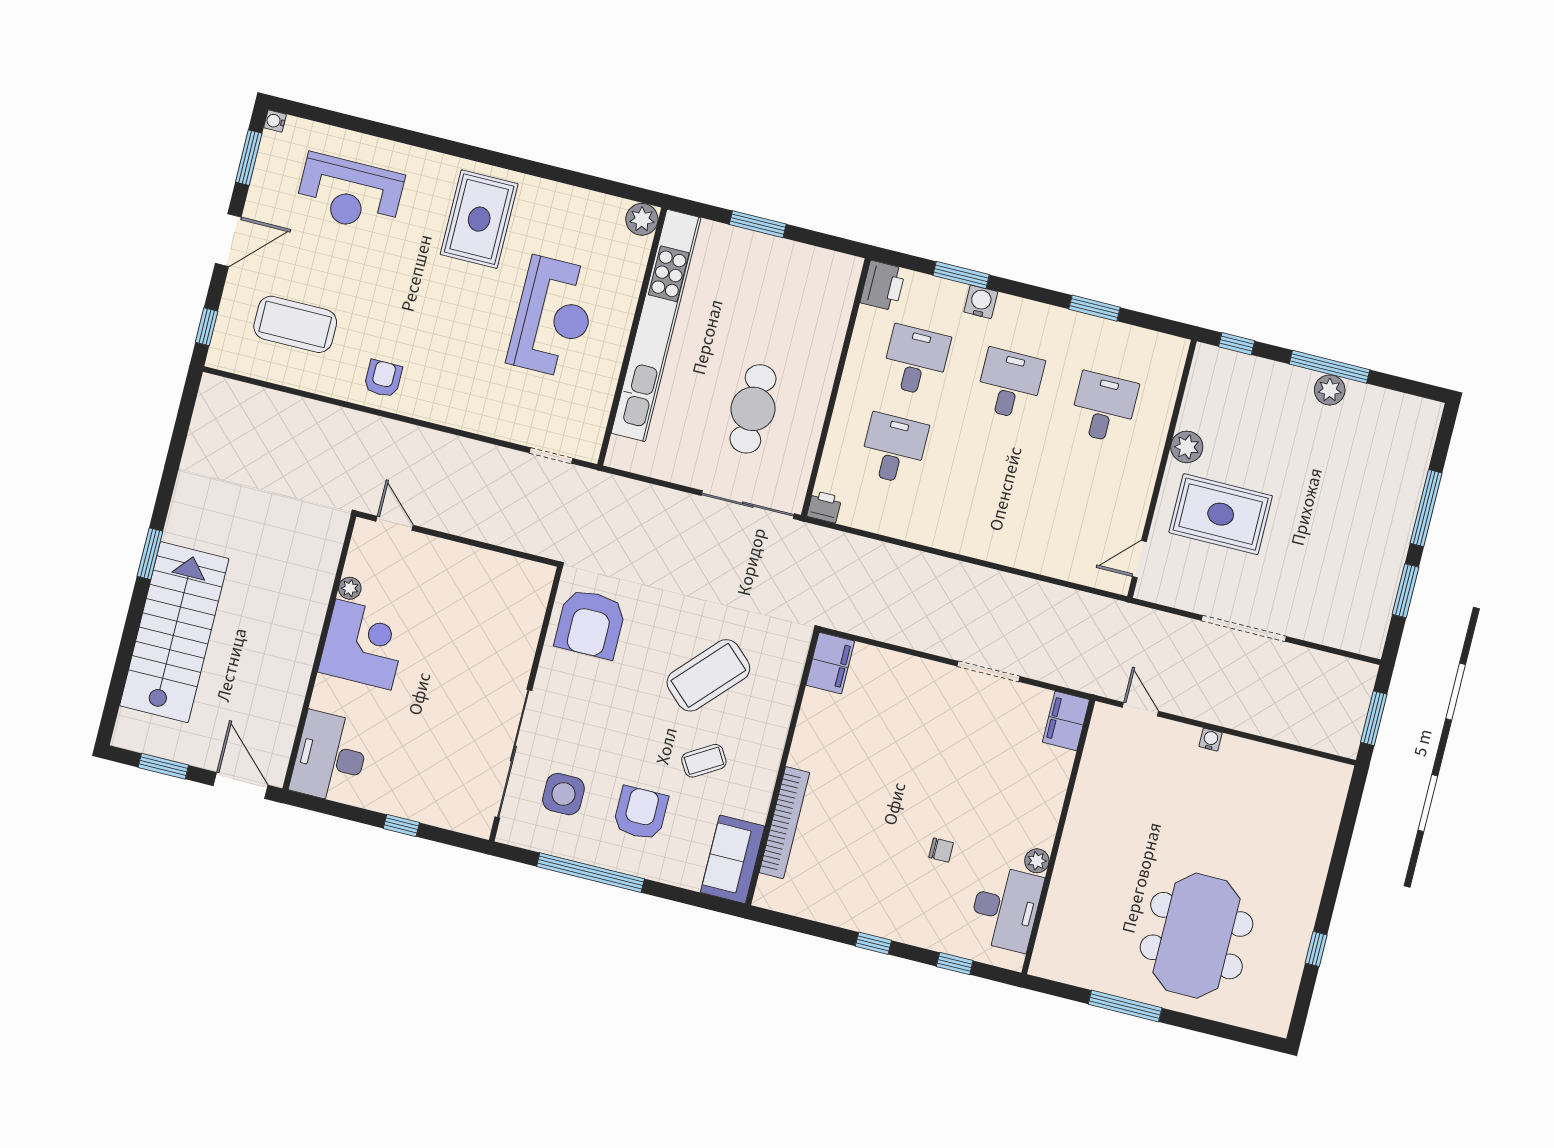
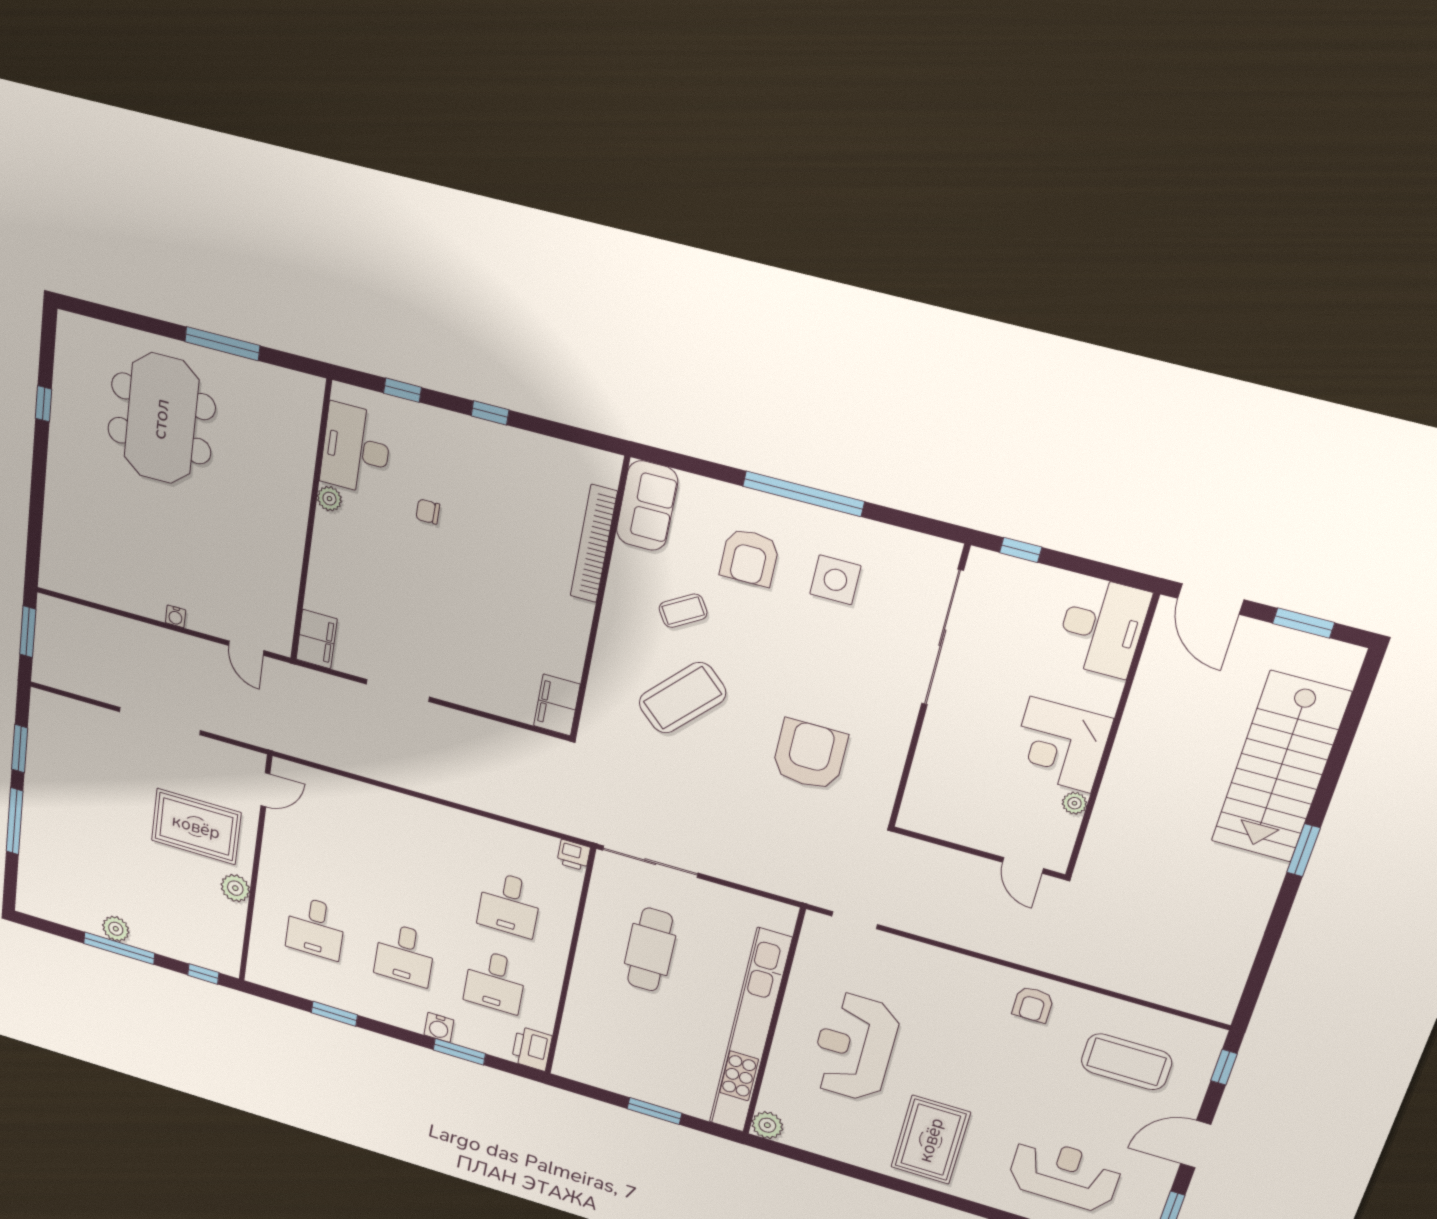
wall: (526, 704) -> (928, 689), moved
sliding door: (513, 754) -> (942, 638), moved

